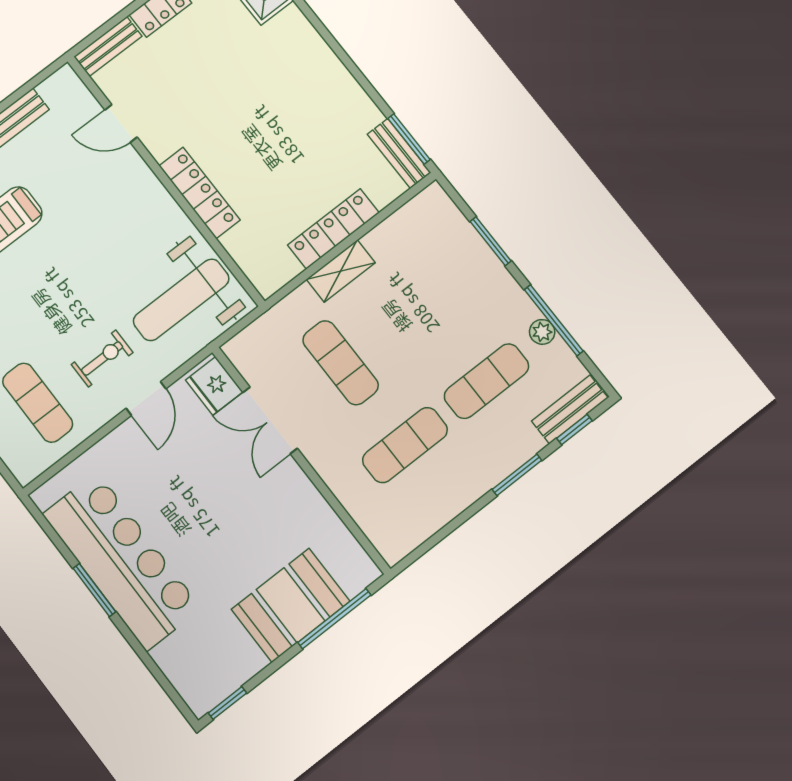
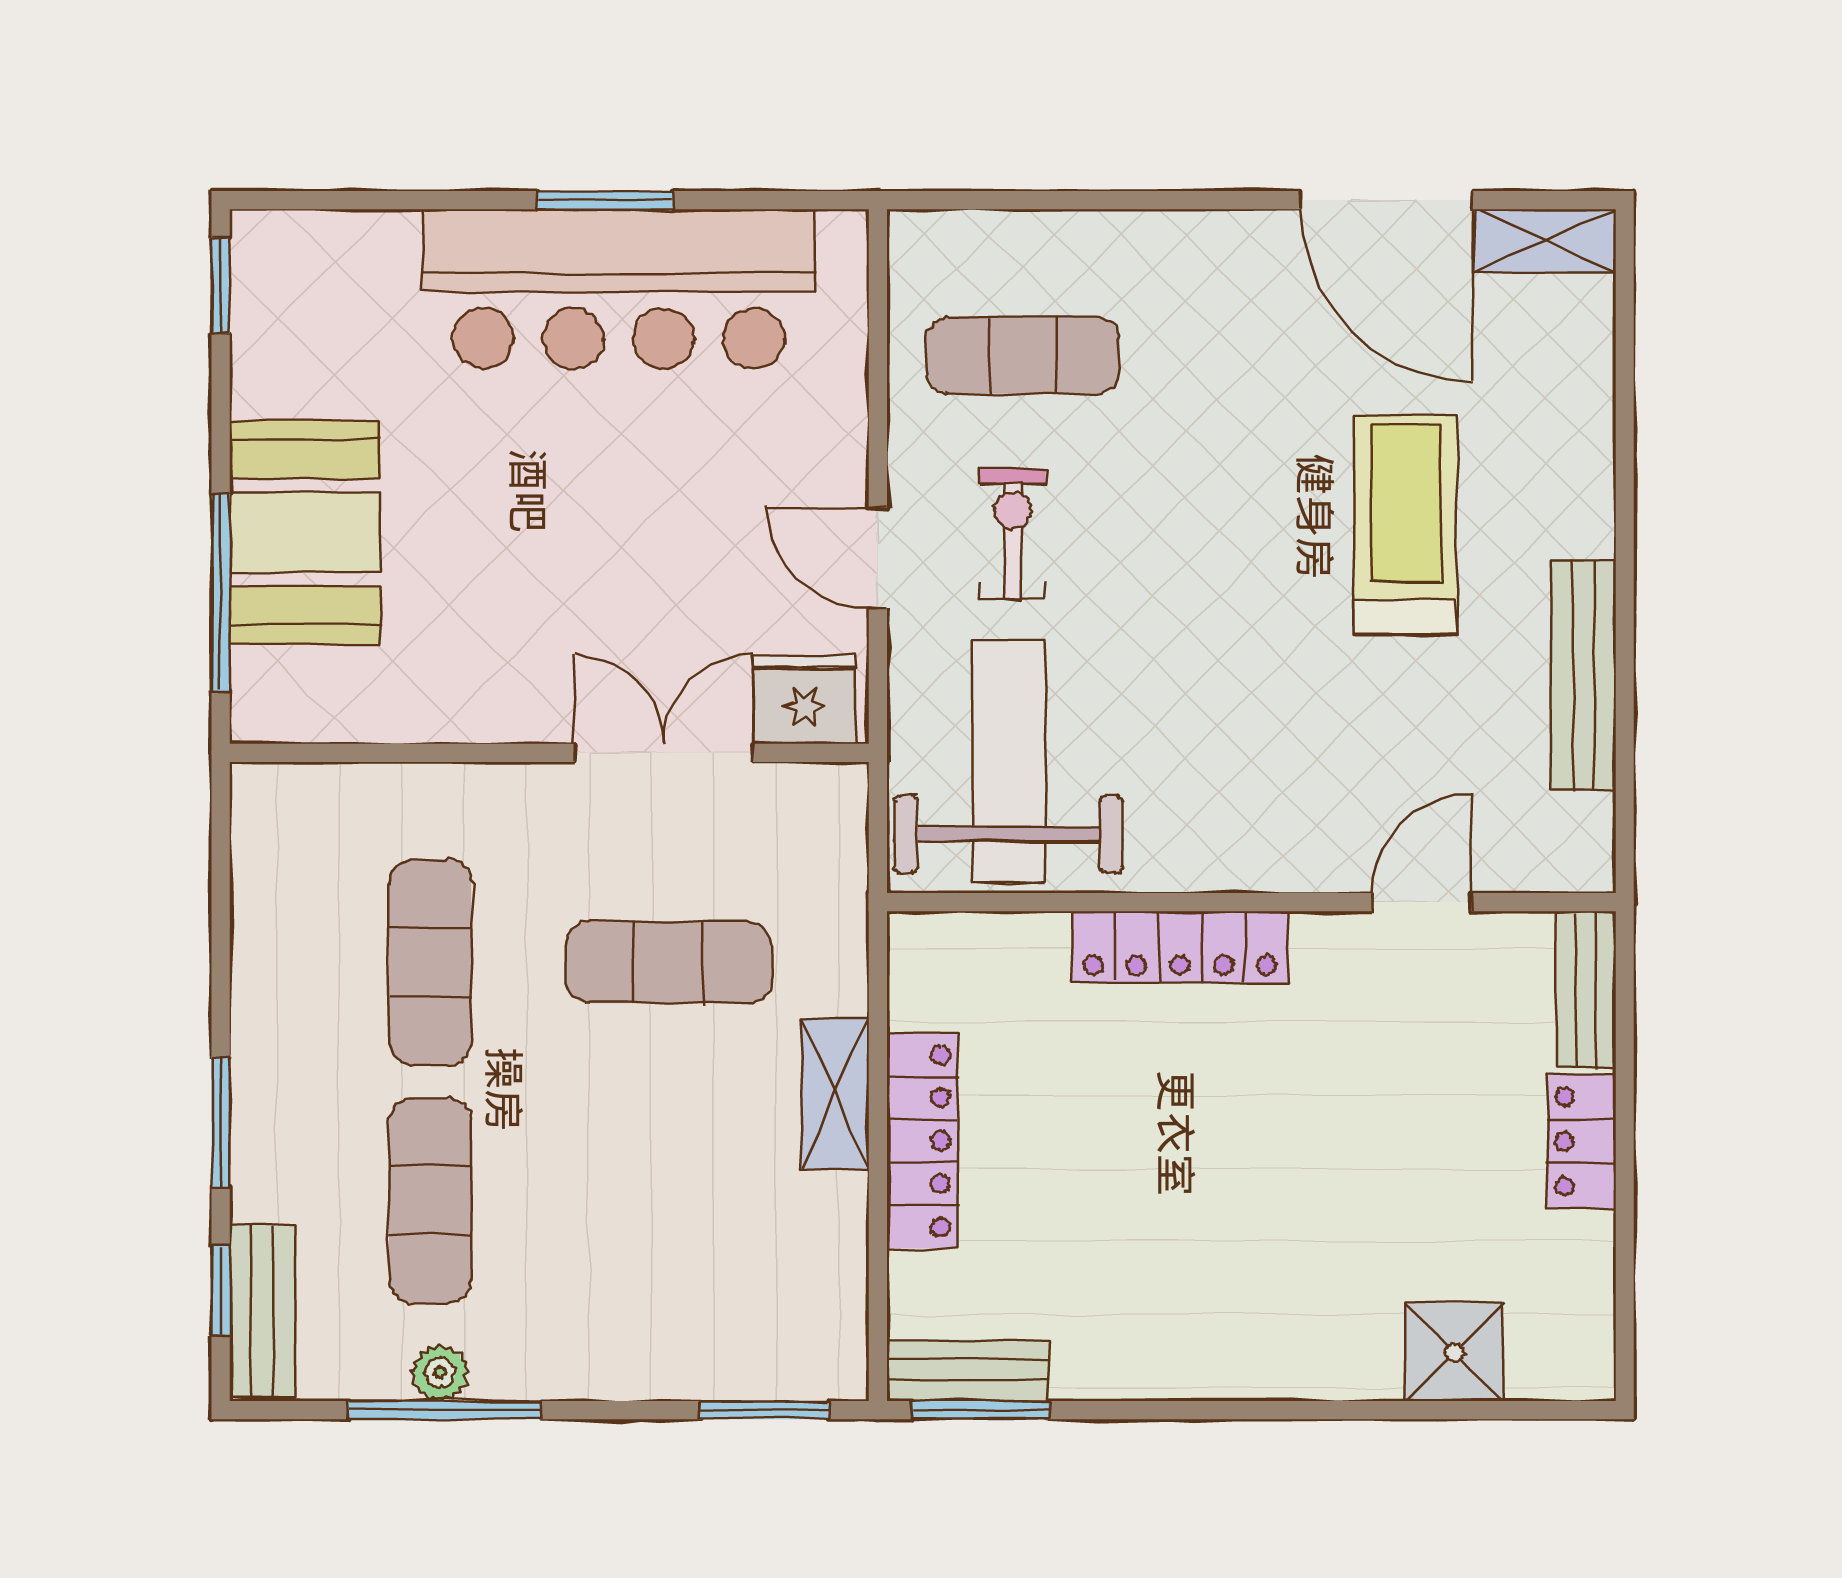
window: (491, 241) -> (764, 1410), moved
exercise bike: (102, 359) -> (1013, 534), turned 180

